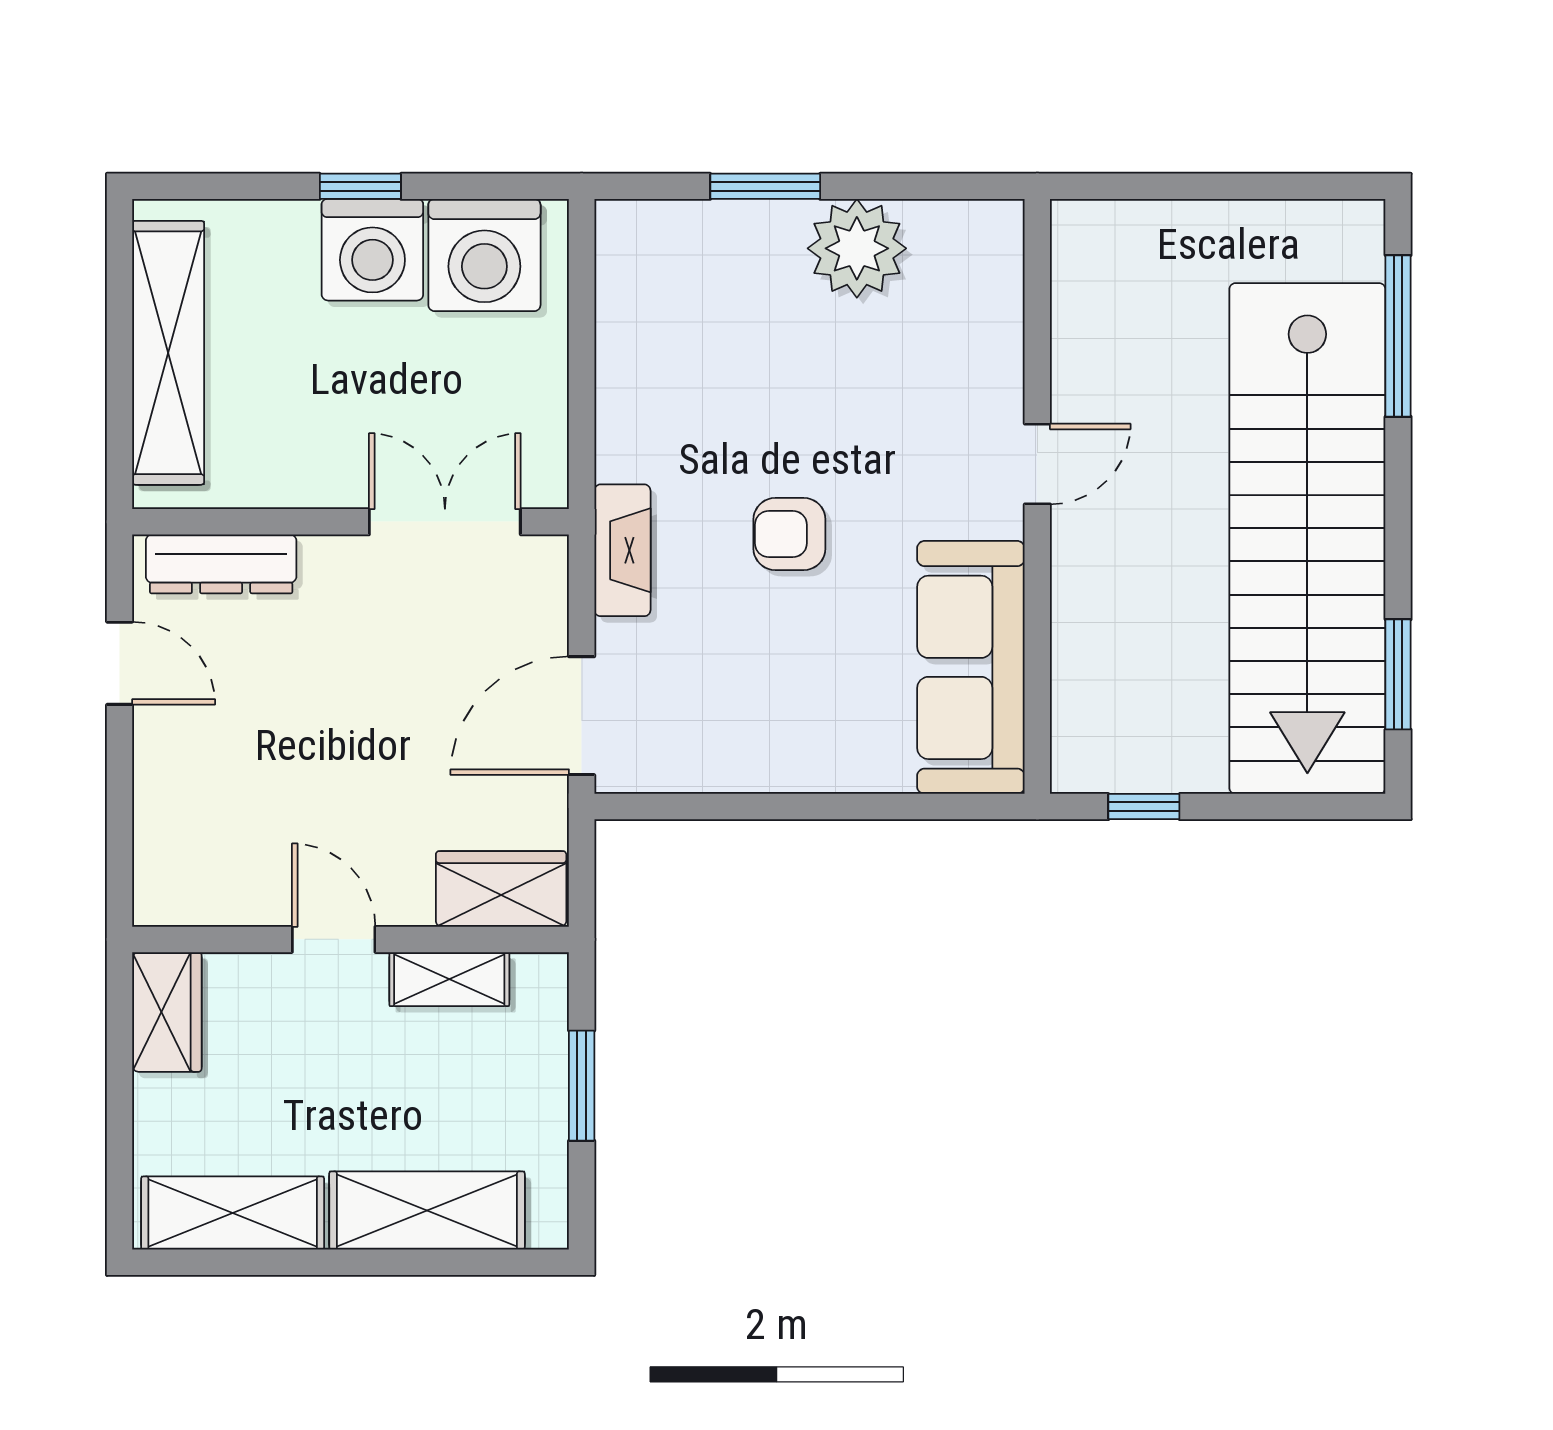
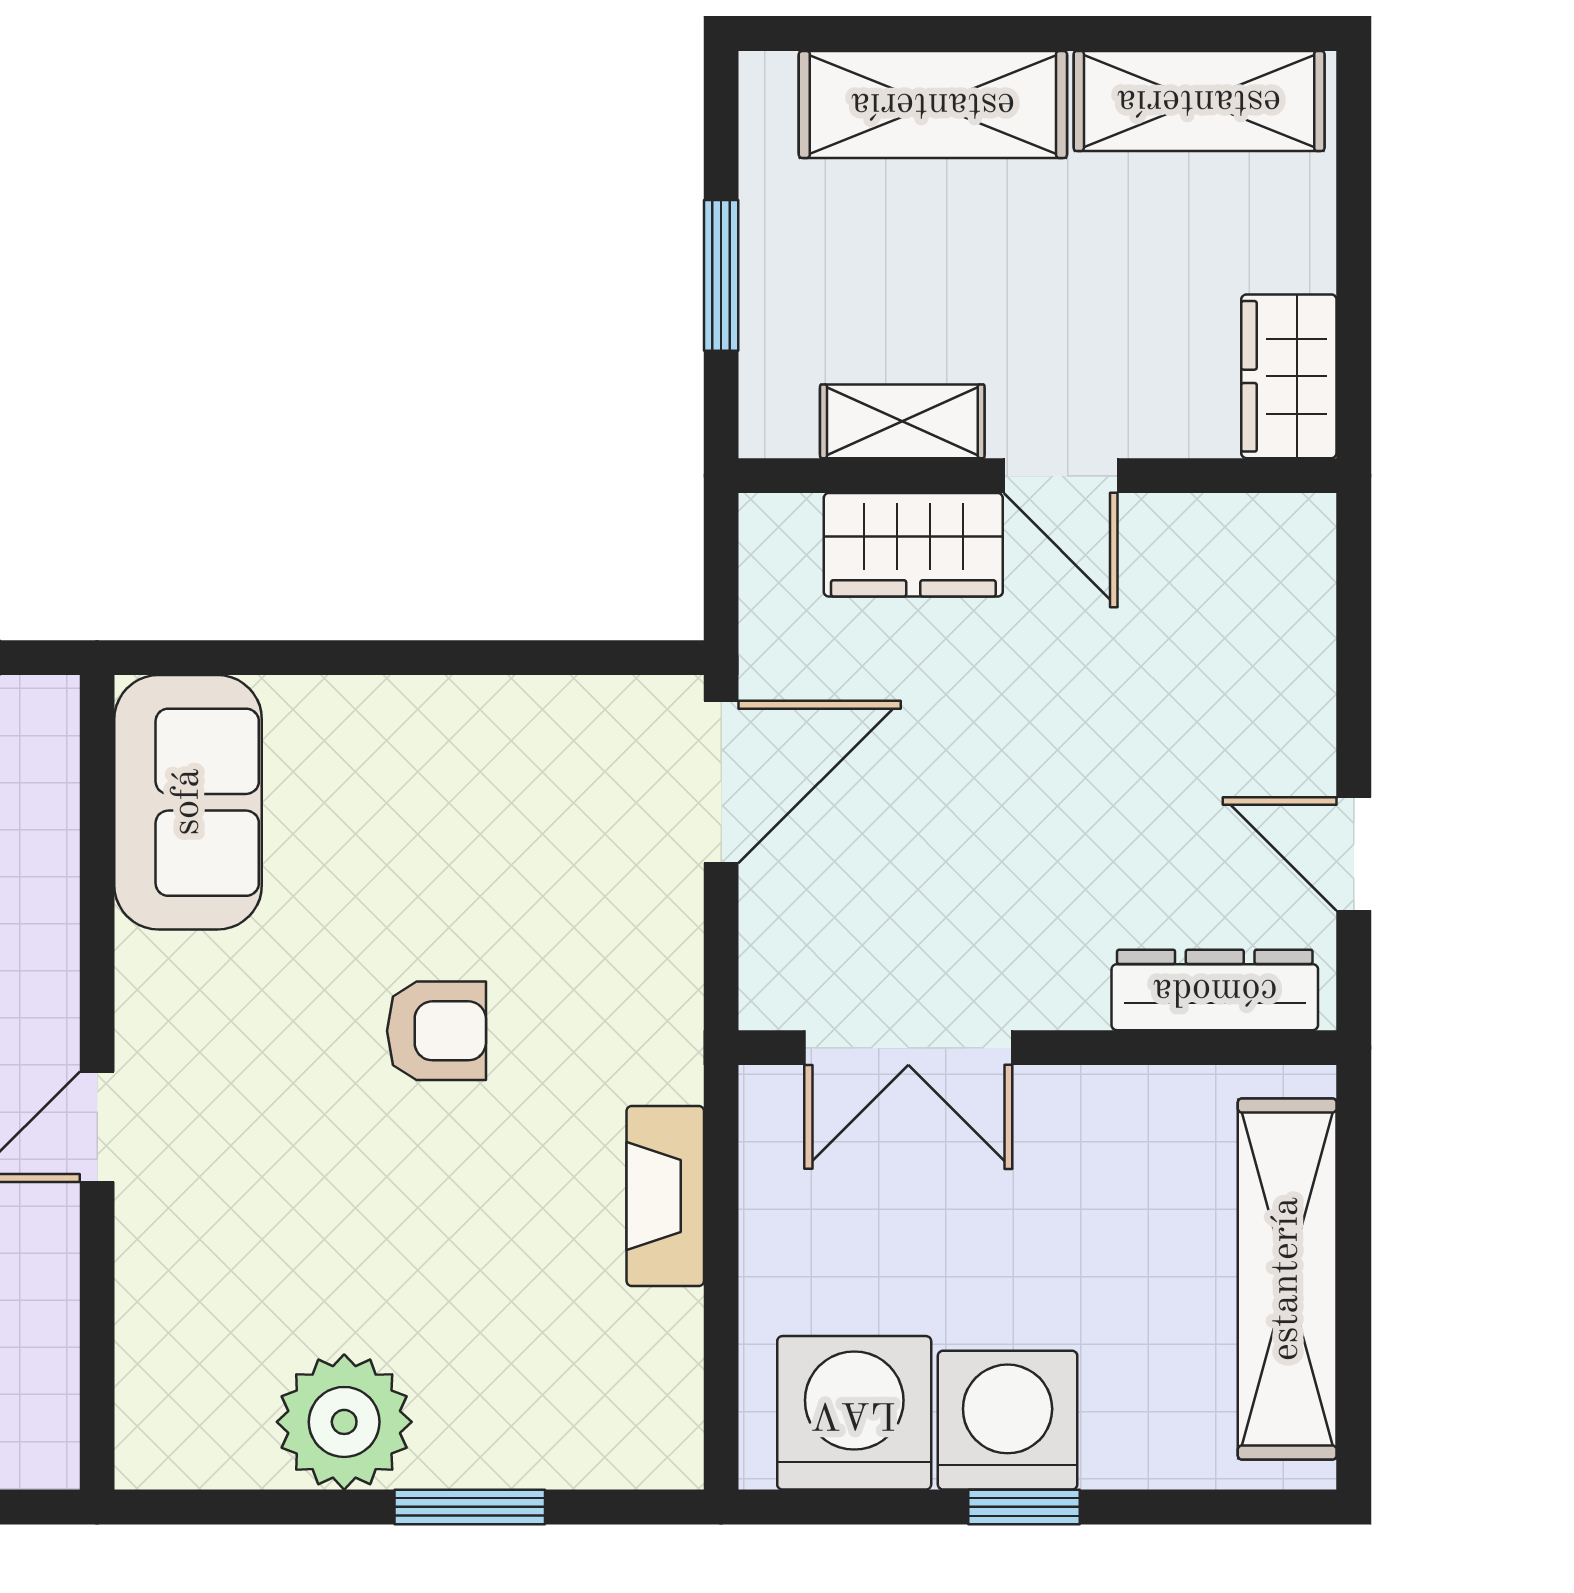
fireplace: (622, 550) -> (665, 1196), moved
sofa: (971, 667) -> (188, 802), width x0.73
wardrobe: (501, 889) -> (913, 545), moved

